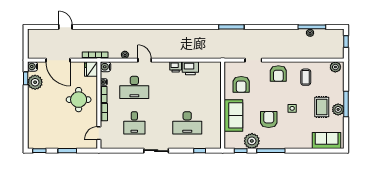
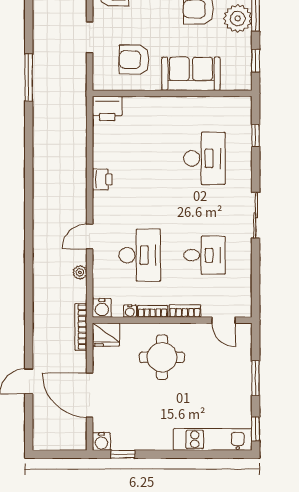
door: (58, 60) -> (90, 395), swing flipped
printer: (190, 68) -> (107, 108), moved, turned 90
plant: (35, 82) -> (130, 437), removed
armchair: (241, 84) -> (134, 60), turned 180
kitchen unit: (34, 127) -> (213, 439), added
plant: (252, 141) -> (238, 18), moved

